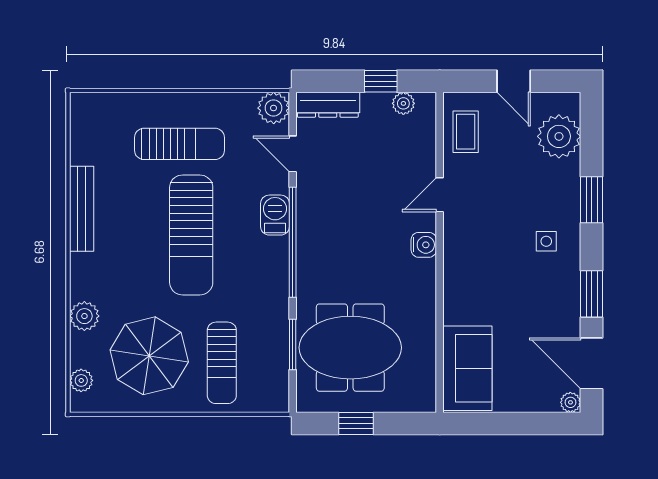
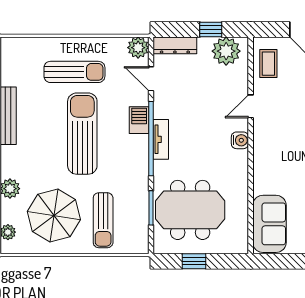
plant: (403, 103) -> (226, 51), width x1.87, depth x1.87
sun lounger: (191, 235) -> (82, 134), turned 180
tv unit: (307, 243) -> (161, 139), added

